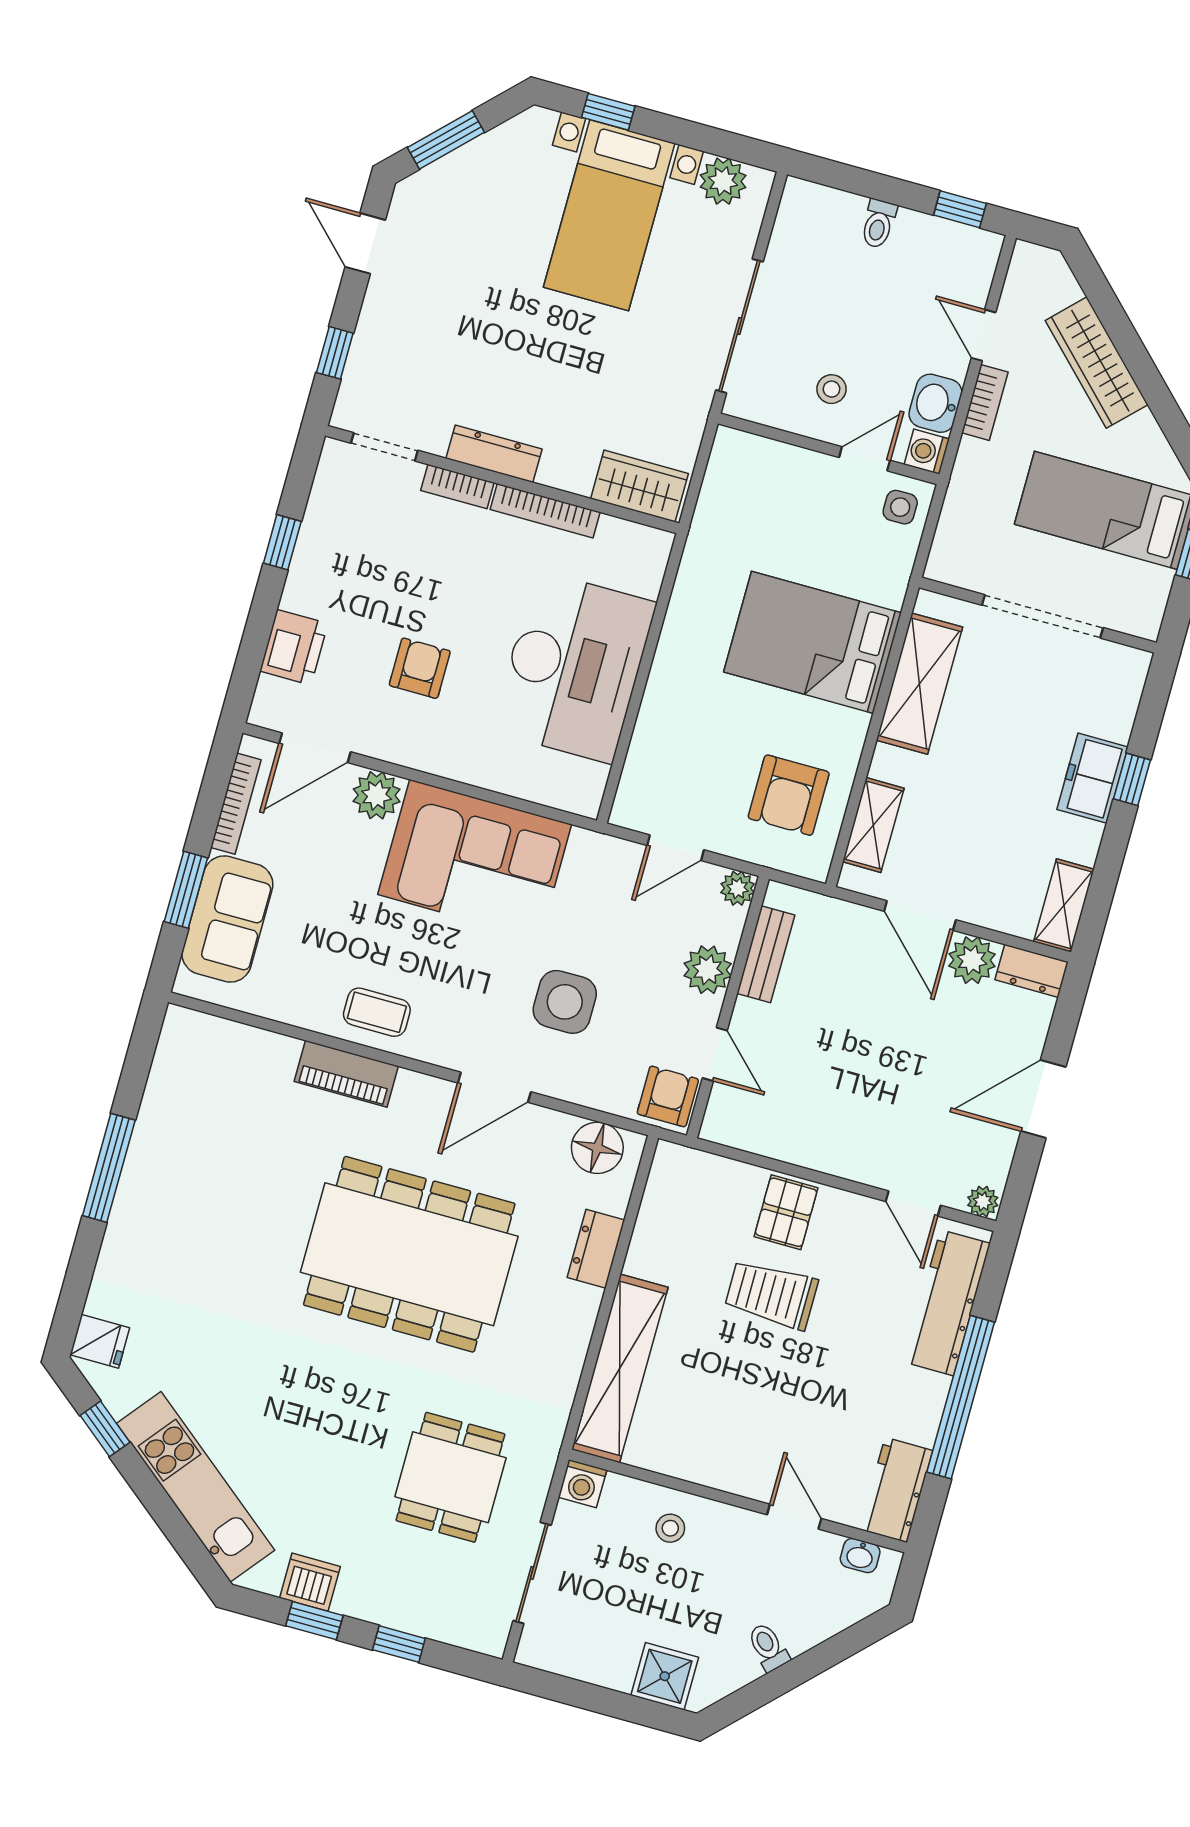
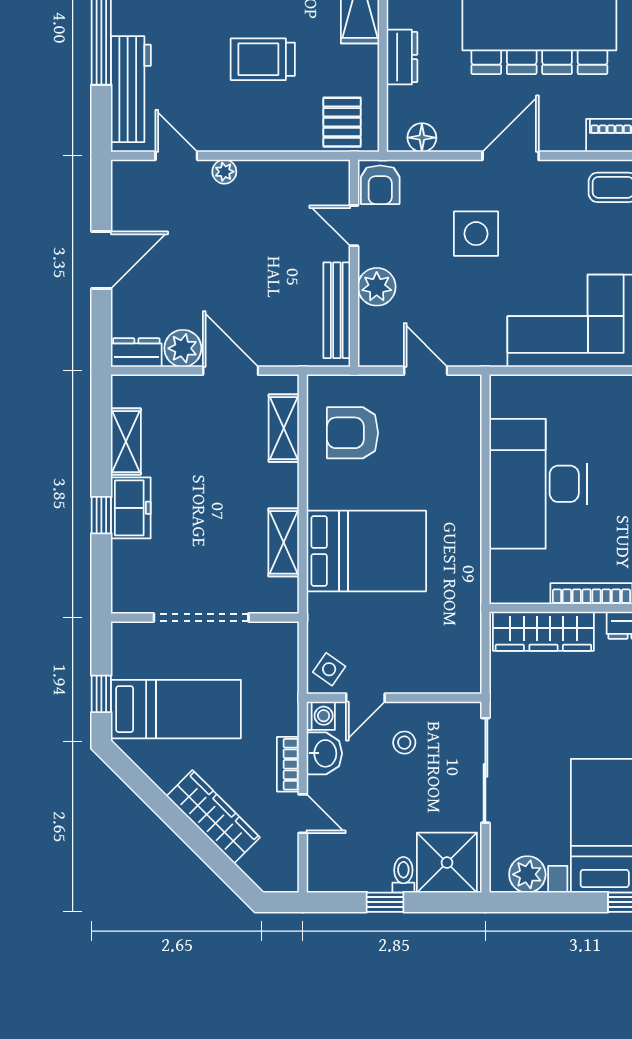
window: (960, 209) -> (385, 902), moved
shower: (820, 224) -> (447, 863), added
wardrobe: (640, 486) -> (543, 631), width x1.50
side table: (900, 507) -> (329, 669), turned 35
shelving: (920, 684) -> (284, 542), width x0.67, depth x0.75
armchair: (789, 795) -> (353, 433), turned -90
door: (675, 848) -> (426, 371), hinge flipped
plant: (738, 888) -> (371, 353), removed
shelving: (1064, 905) -> (126, 442), moved
bench: (766, 954) -> (337, 310), width x1.36
floor lamp: (597, 1148) -> (422, 138), width x0.73, depth x0.73
plant: (983, 1201) -> (224, 172), moved
pallet: (786, 1212) -> (342, 122), moved
trolley: (771, 1294) -> (263, 59), turned 180

